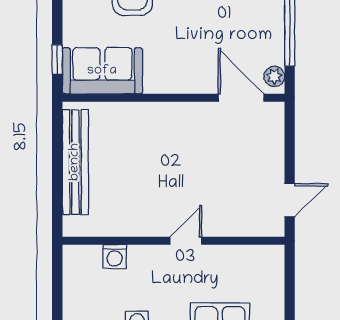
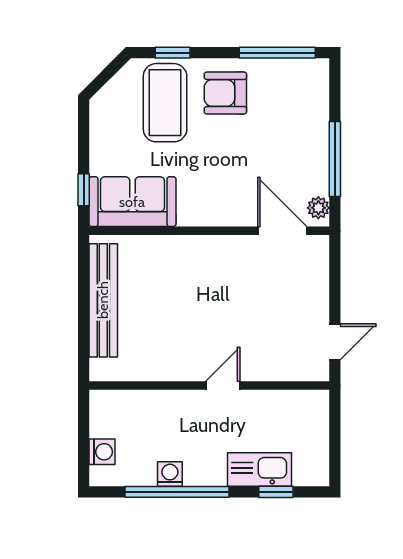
washing machine: (115, 256) -> (102, 452), moved, turned -90

